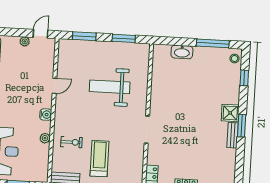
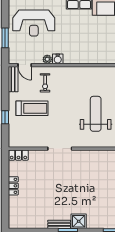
door: (55, 86) -> (25, 65), moved
water cooler: (46, 115) -> (58, 59), moved

